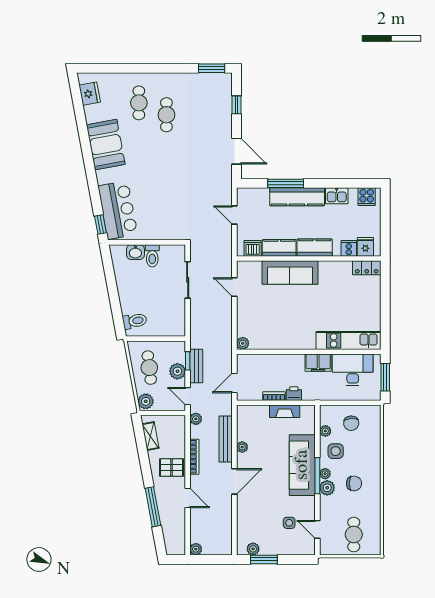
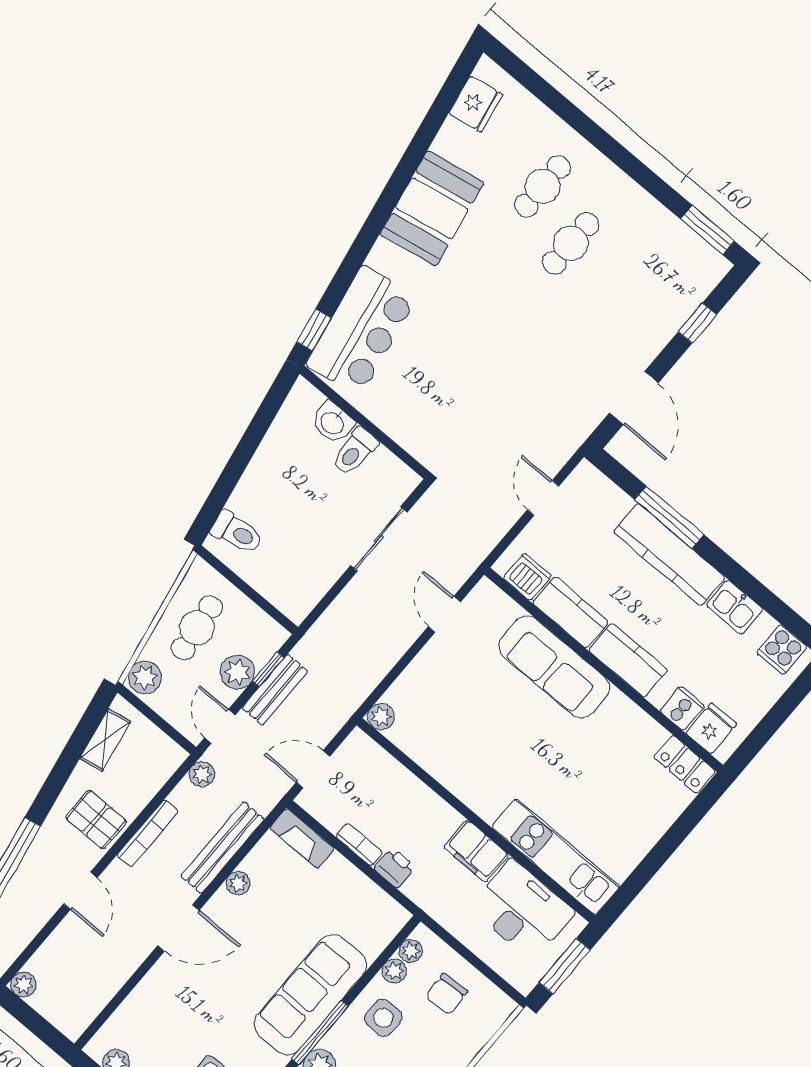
fireplace: (285, 411) -> (302, 838), moved
plant: (325, 474) -> (411, 951), moved

